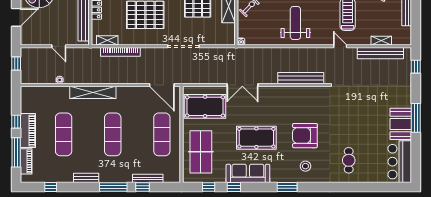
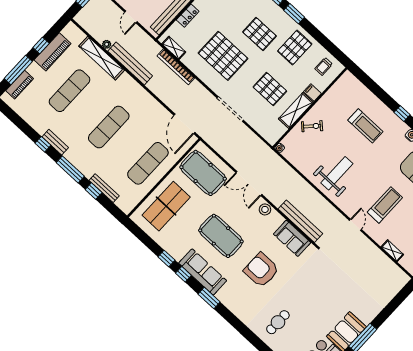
bench: (380, 53) -> (130, 64), moved
window: (416, 67) -> (401, 297), removed
shelving: (93, 92) -> (102, 58), moved
sofa: (306, 95) -> (292, 238), added
piano: (28, 131) -> (53, 52), moved
stool: (305, 166) -> (265, 209), moved
sofa: (248, 173) -> (203, 272), moved
window: (51, 187) -> (43, 144), moved
window: (209, 187) -> (183, 274), moved

